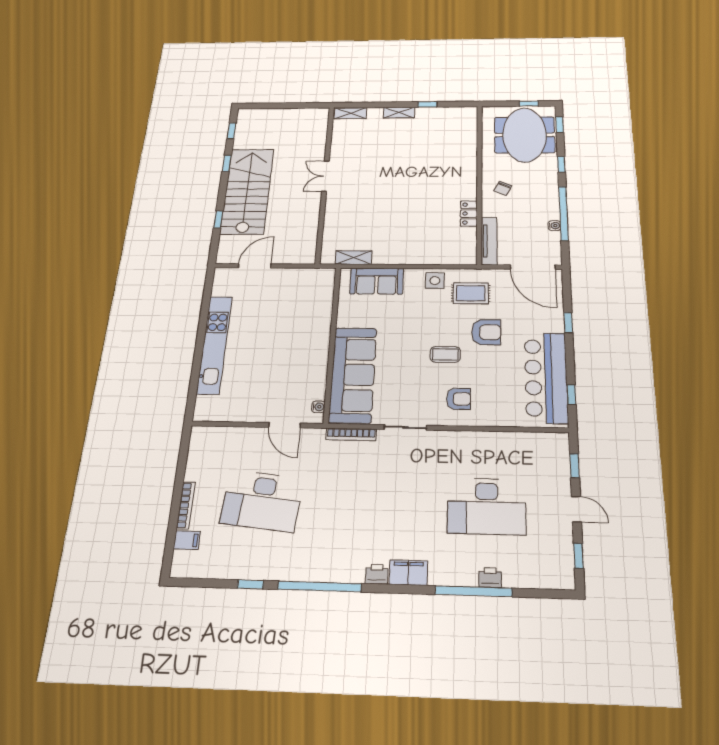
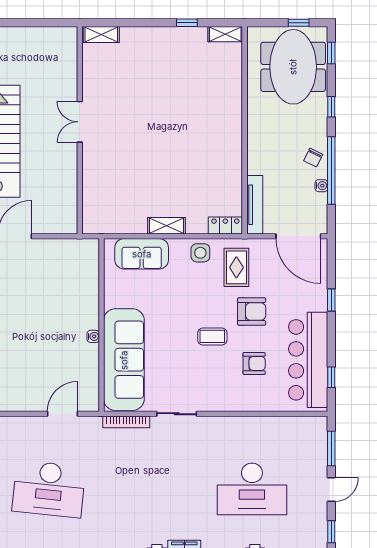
shelving: (399, 113) -> (225, 34), moved
chair: (503, 188) -> (313, 158), moved
locker: (469, 214) -> (225, 225), moved, turned 90
shelving: (354, 258) -> (166, 226), moved
rug: (471, 293) -> (236, 267), turned 90
armchair: (459, 399) -> (254, 364), moved
water cooler: (318, 407) -> (93, 336), moved
door: (284, 425) -> (62, 414), swing flipped
window: (575, 466) -> (331, 449), width x1.50
door: (576, 509) -> (331, 490), hinge flipped

